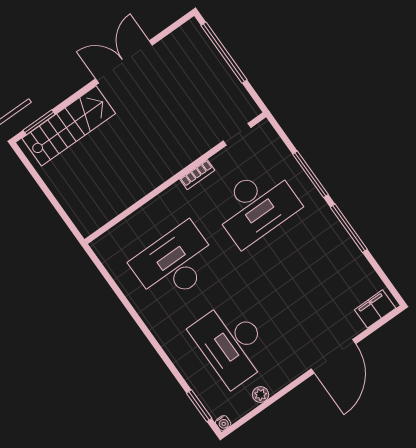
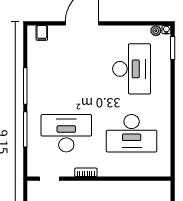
filing cabinet: (375, 309) -> (42, 33), width x0.50
plant: (261, 395) -> (156, 31), moved

